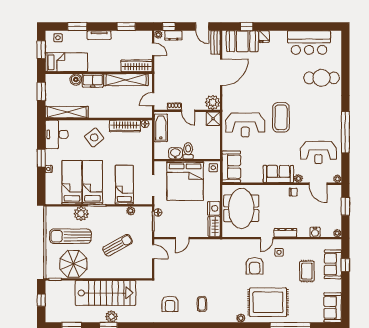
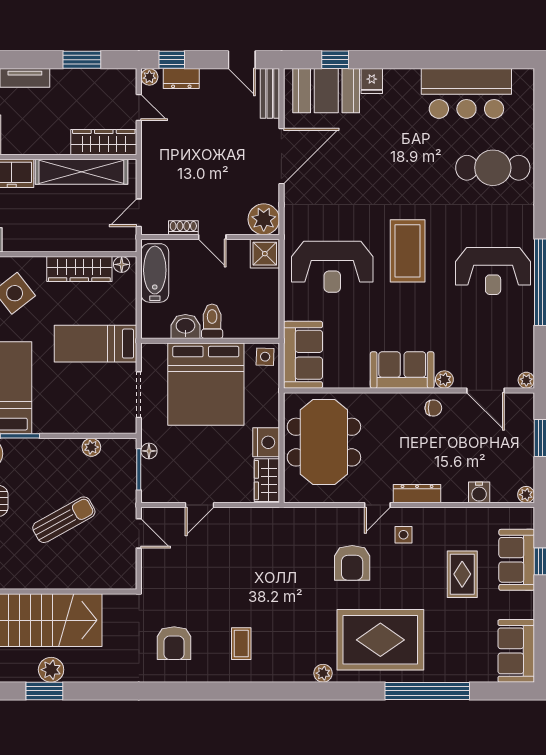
reception desk: (318, 153) -> (493, 271), moved
bed: (124, 185) -> (95, 344), moved, turned -90

